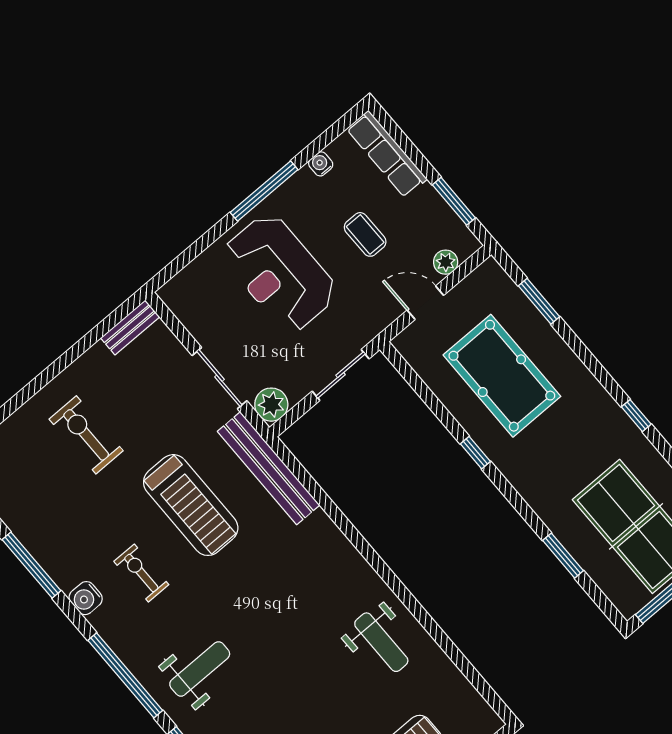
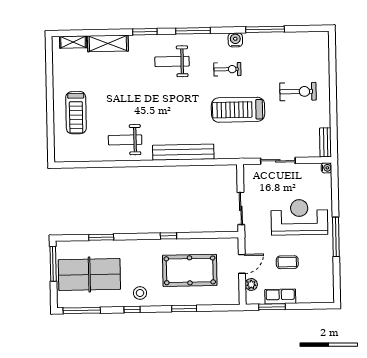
row of seats: (387, 154) -> (280, 296), moved, width x0.68
water cooler: (321, 164) -> (327, 168), moved
window: (539, 301) -> (184, 309), moved
plant: (271, 405) -> (251, 172), removed
stool: (600, 424) -> (140, 293), added
bench: (269, 468) -> (183, 152), moved
weight bench: (200, 669) -> (172, 61), turned 90
window: (125, 675) -> (193, 31), width x0.68

